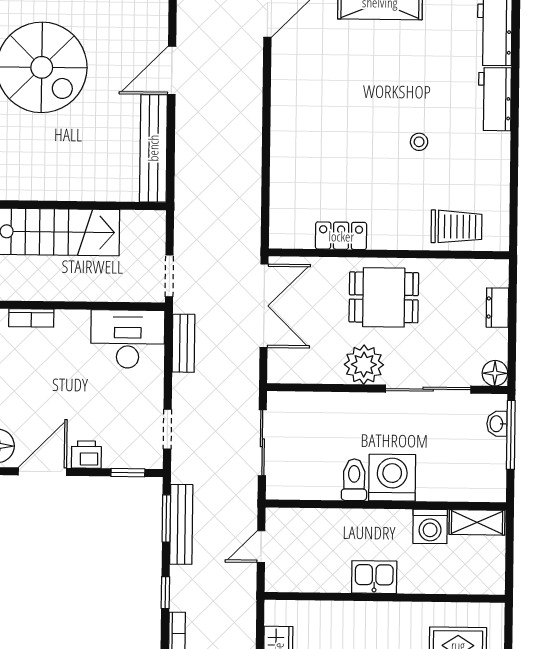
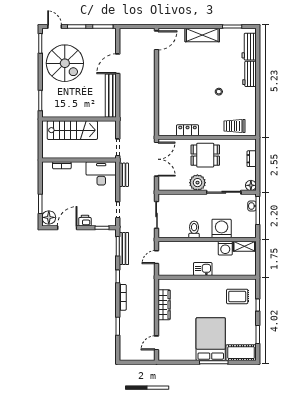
trolley: (457, 227) -> (235, 126), turned 180
washing machine: (392, 478) -> (222, 228), moved

